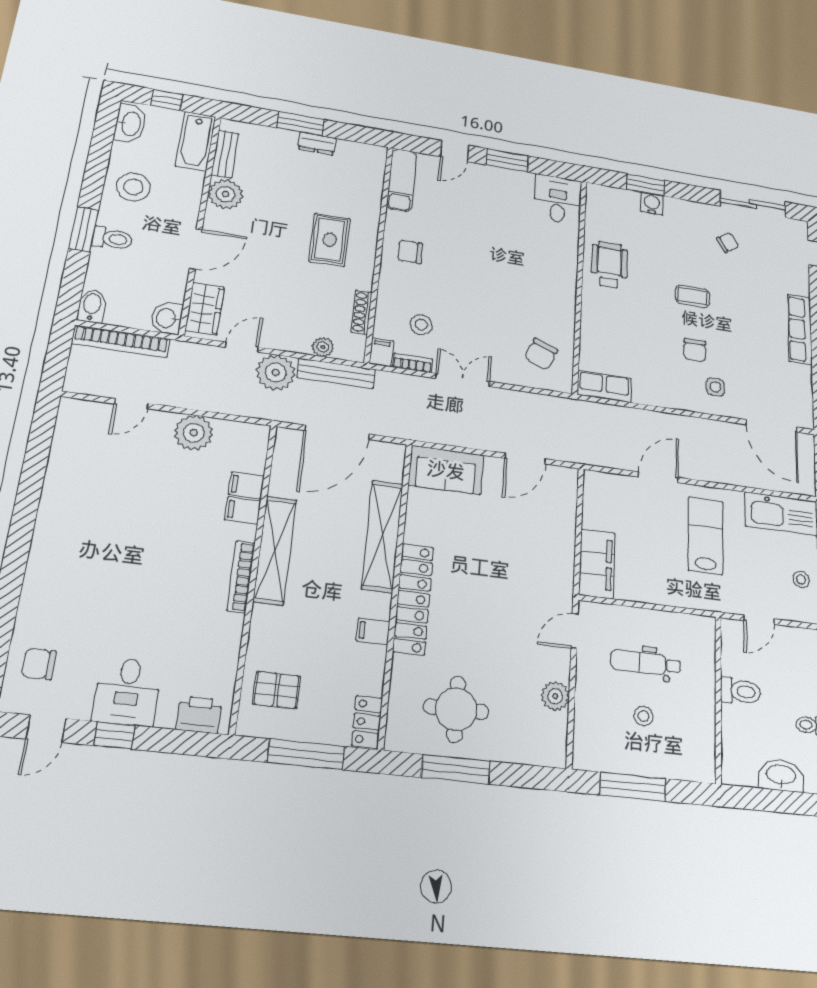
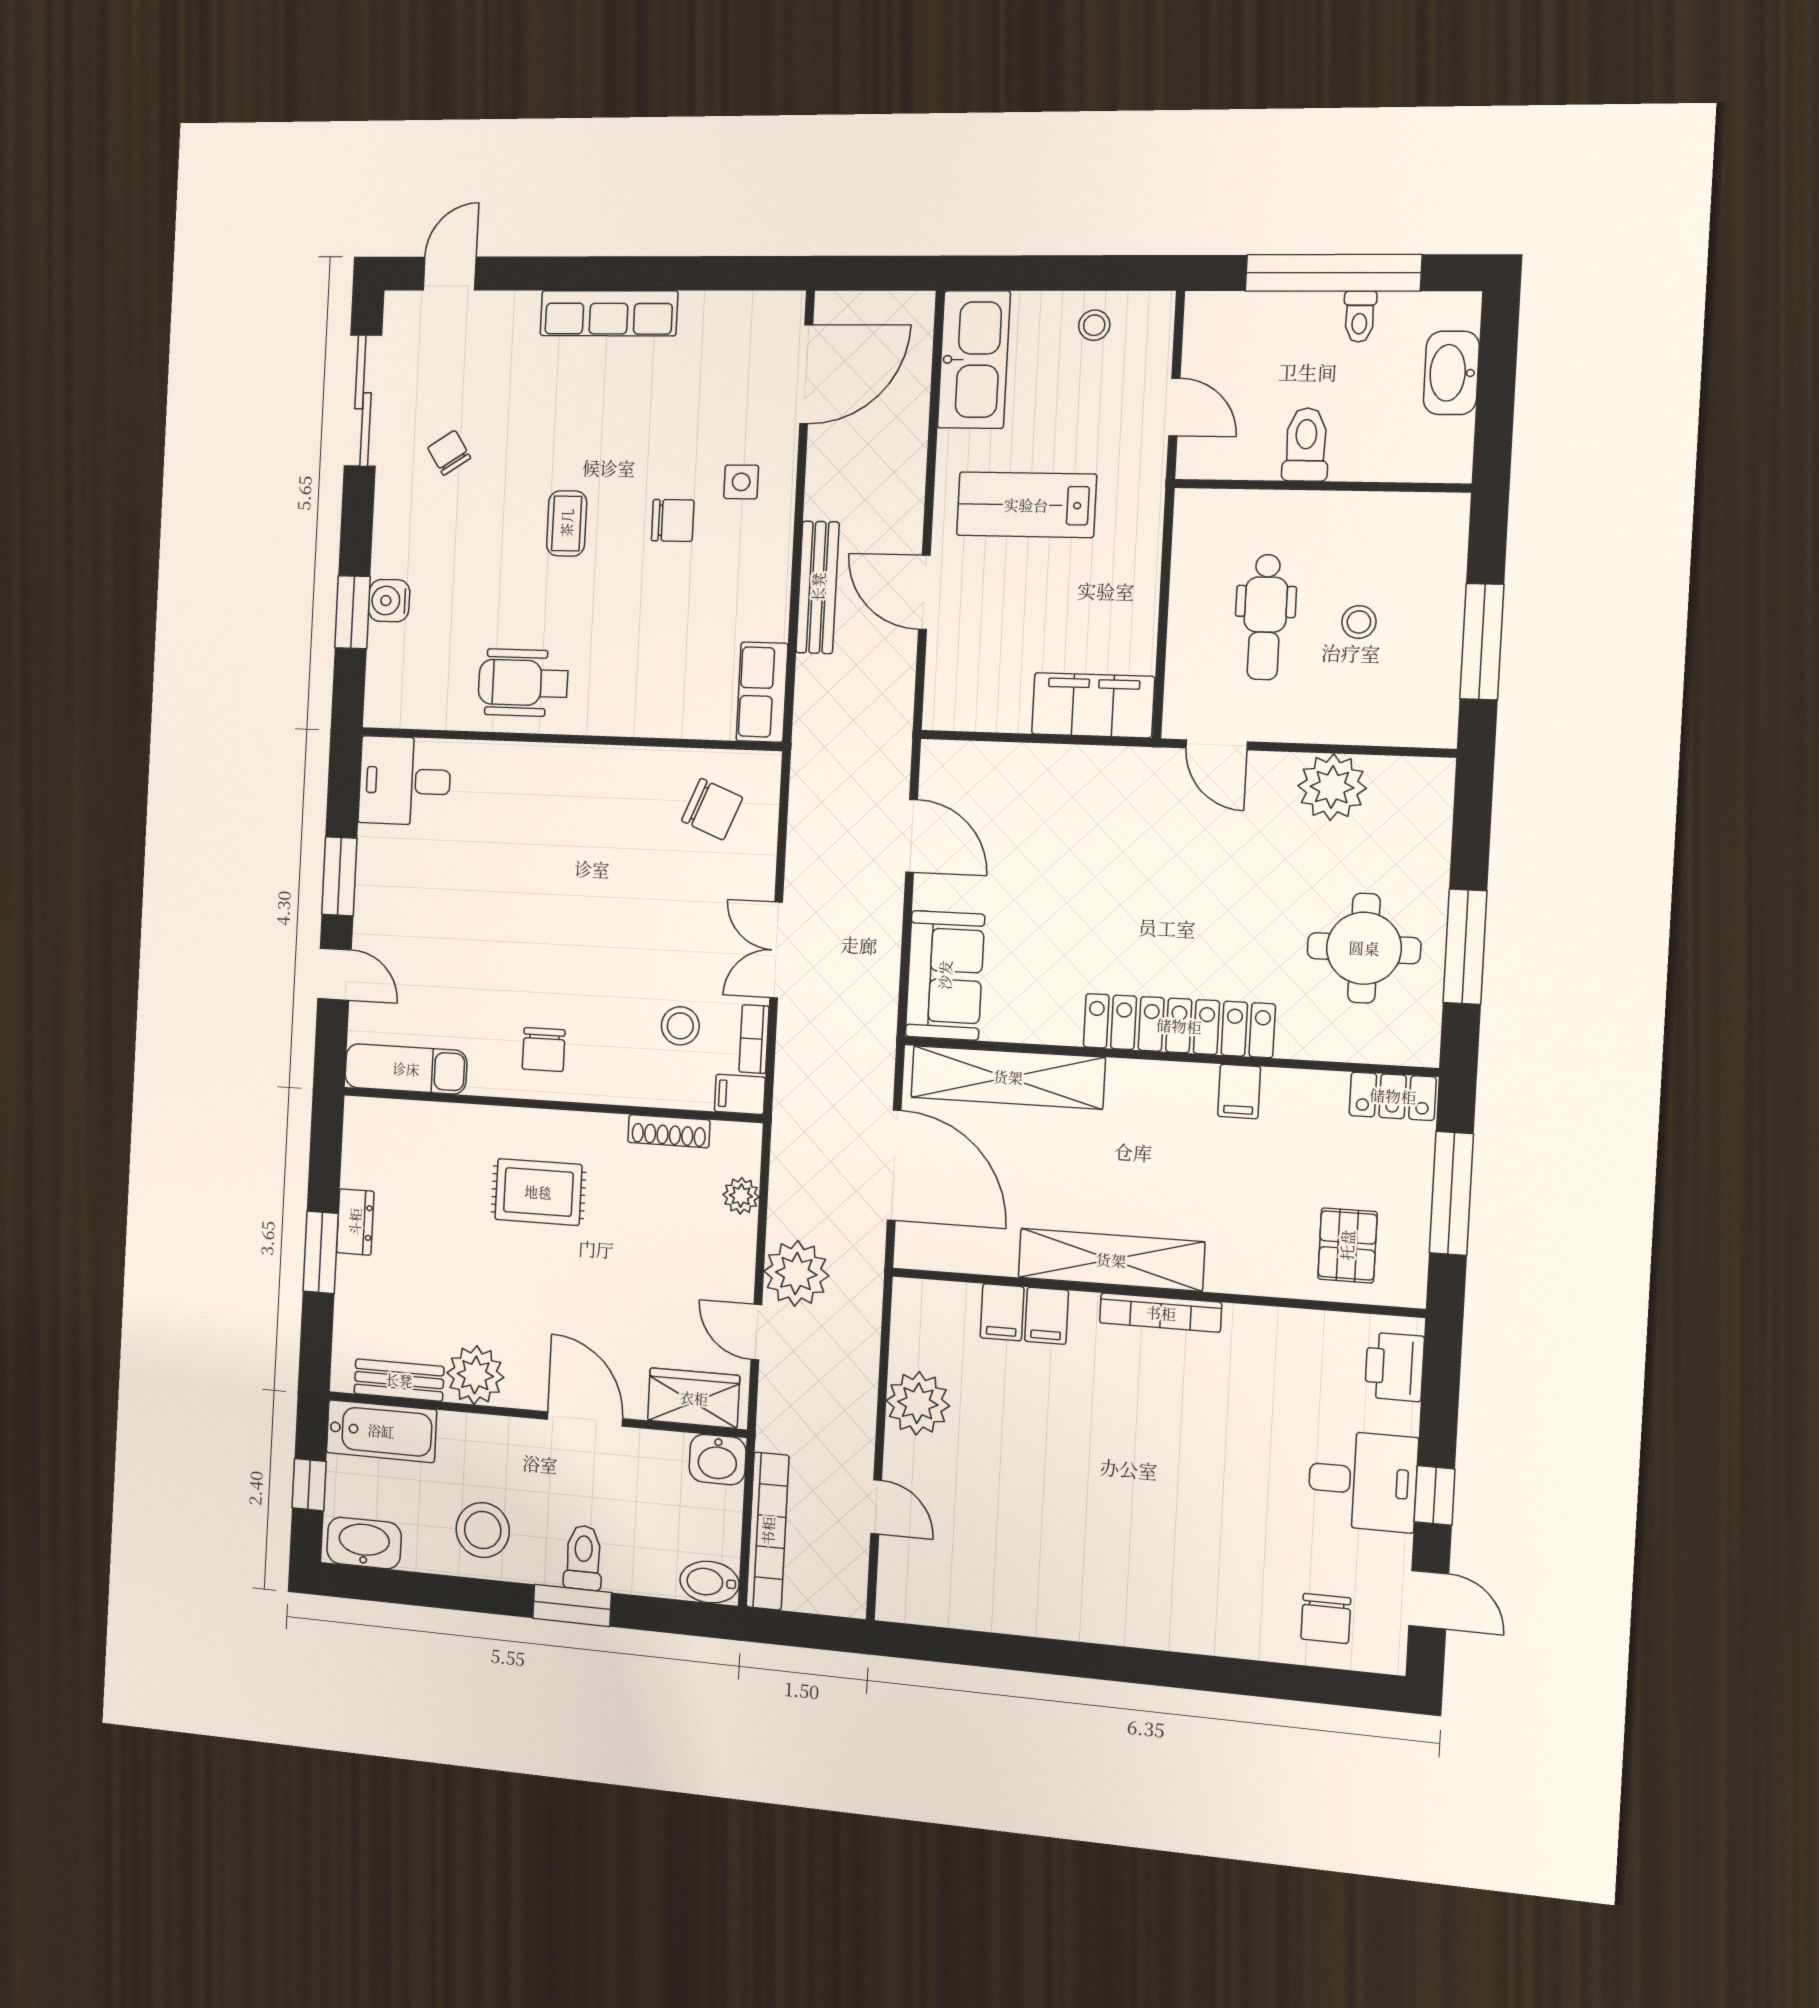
bench: (336, 373) -> (818, 587), moved
shelving: (382, 536) -> (1008, 1077), moved
plant: (555, 696) -> (1332, 787), width x1.36, depth x1.36

